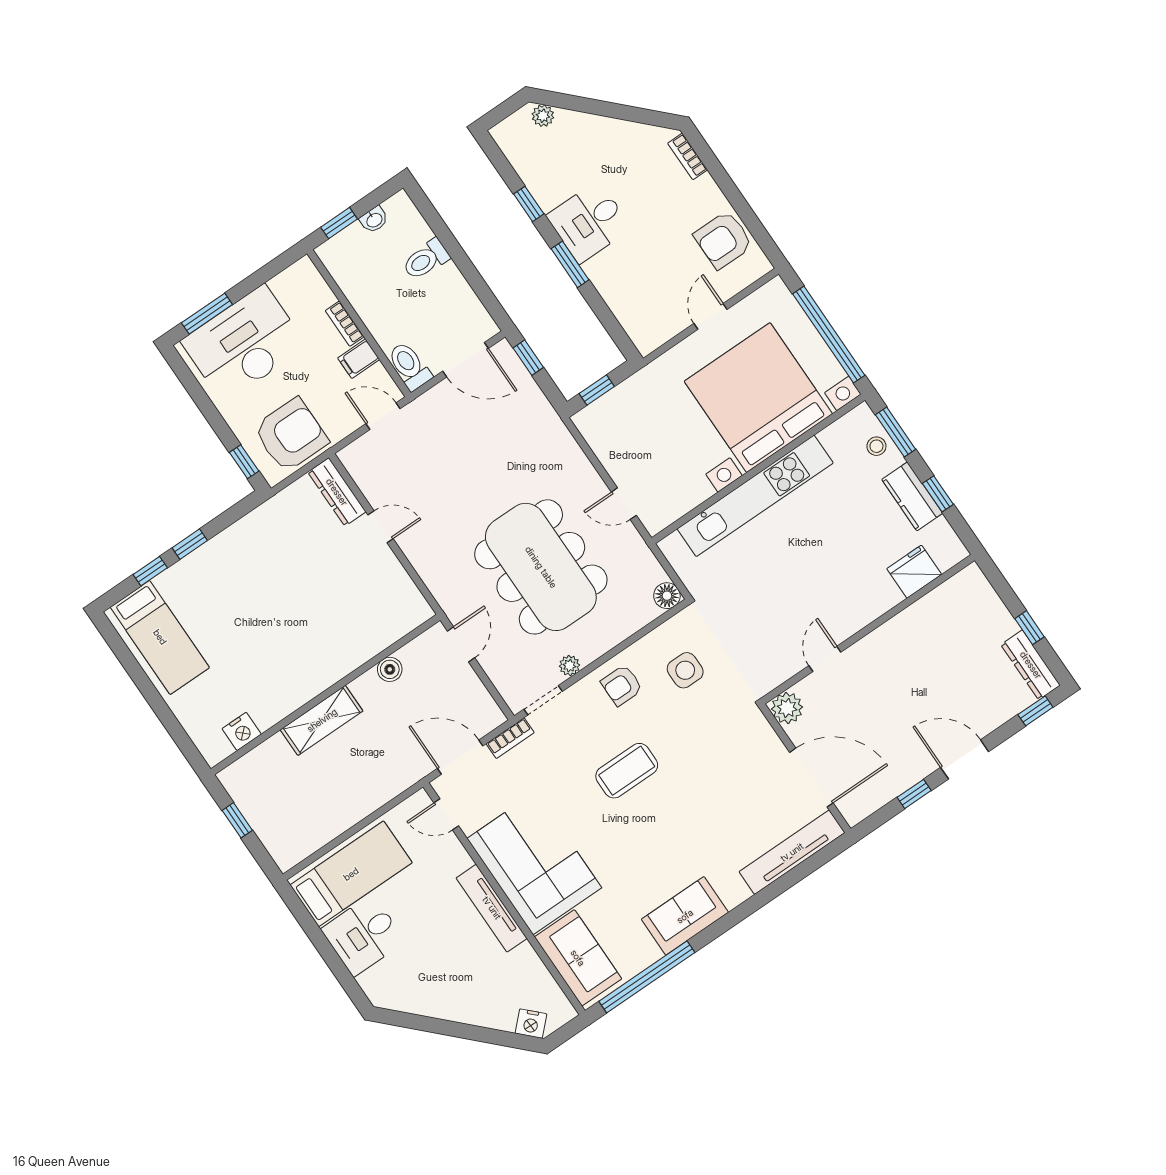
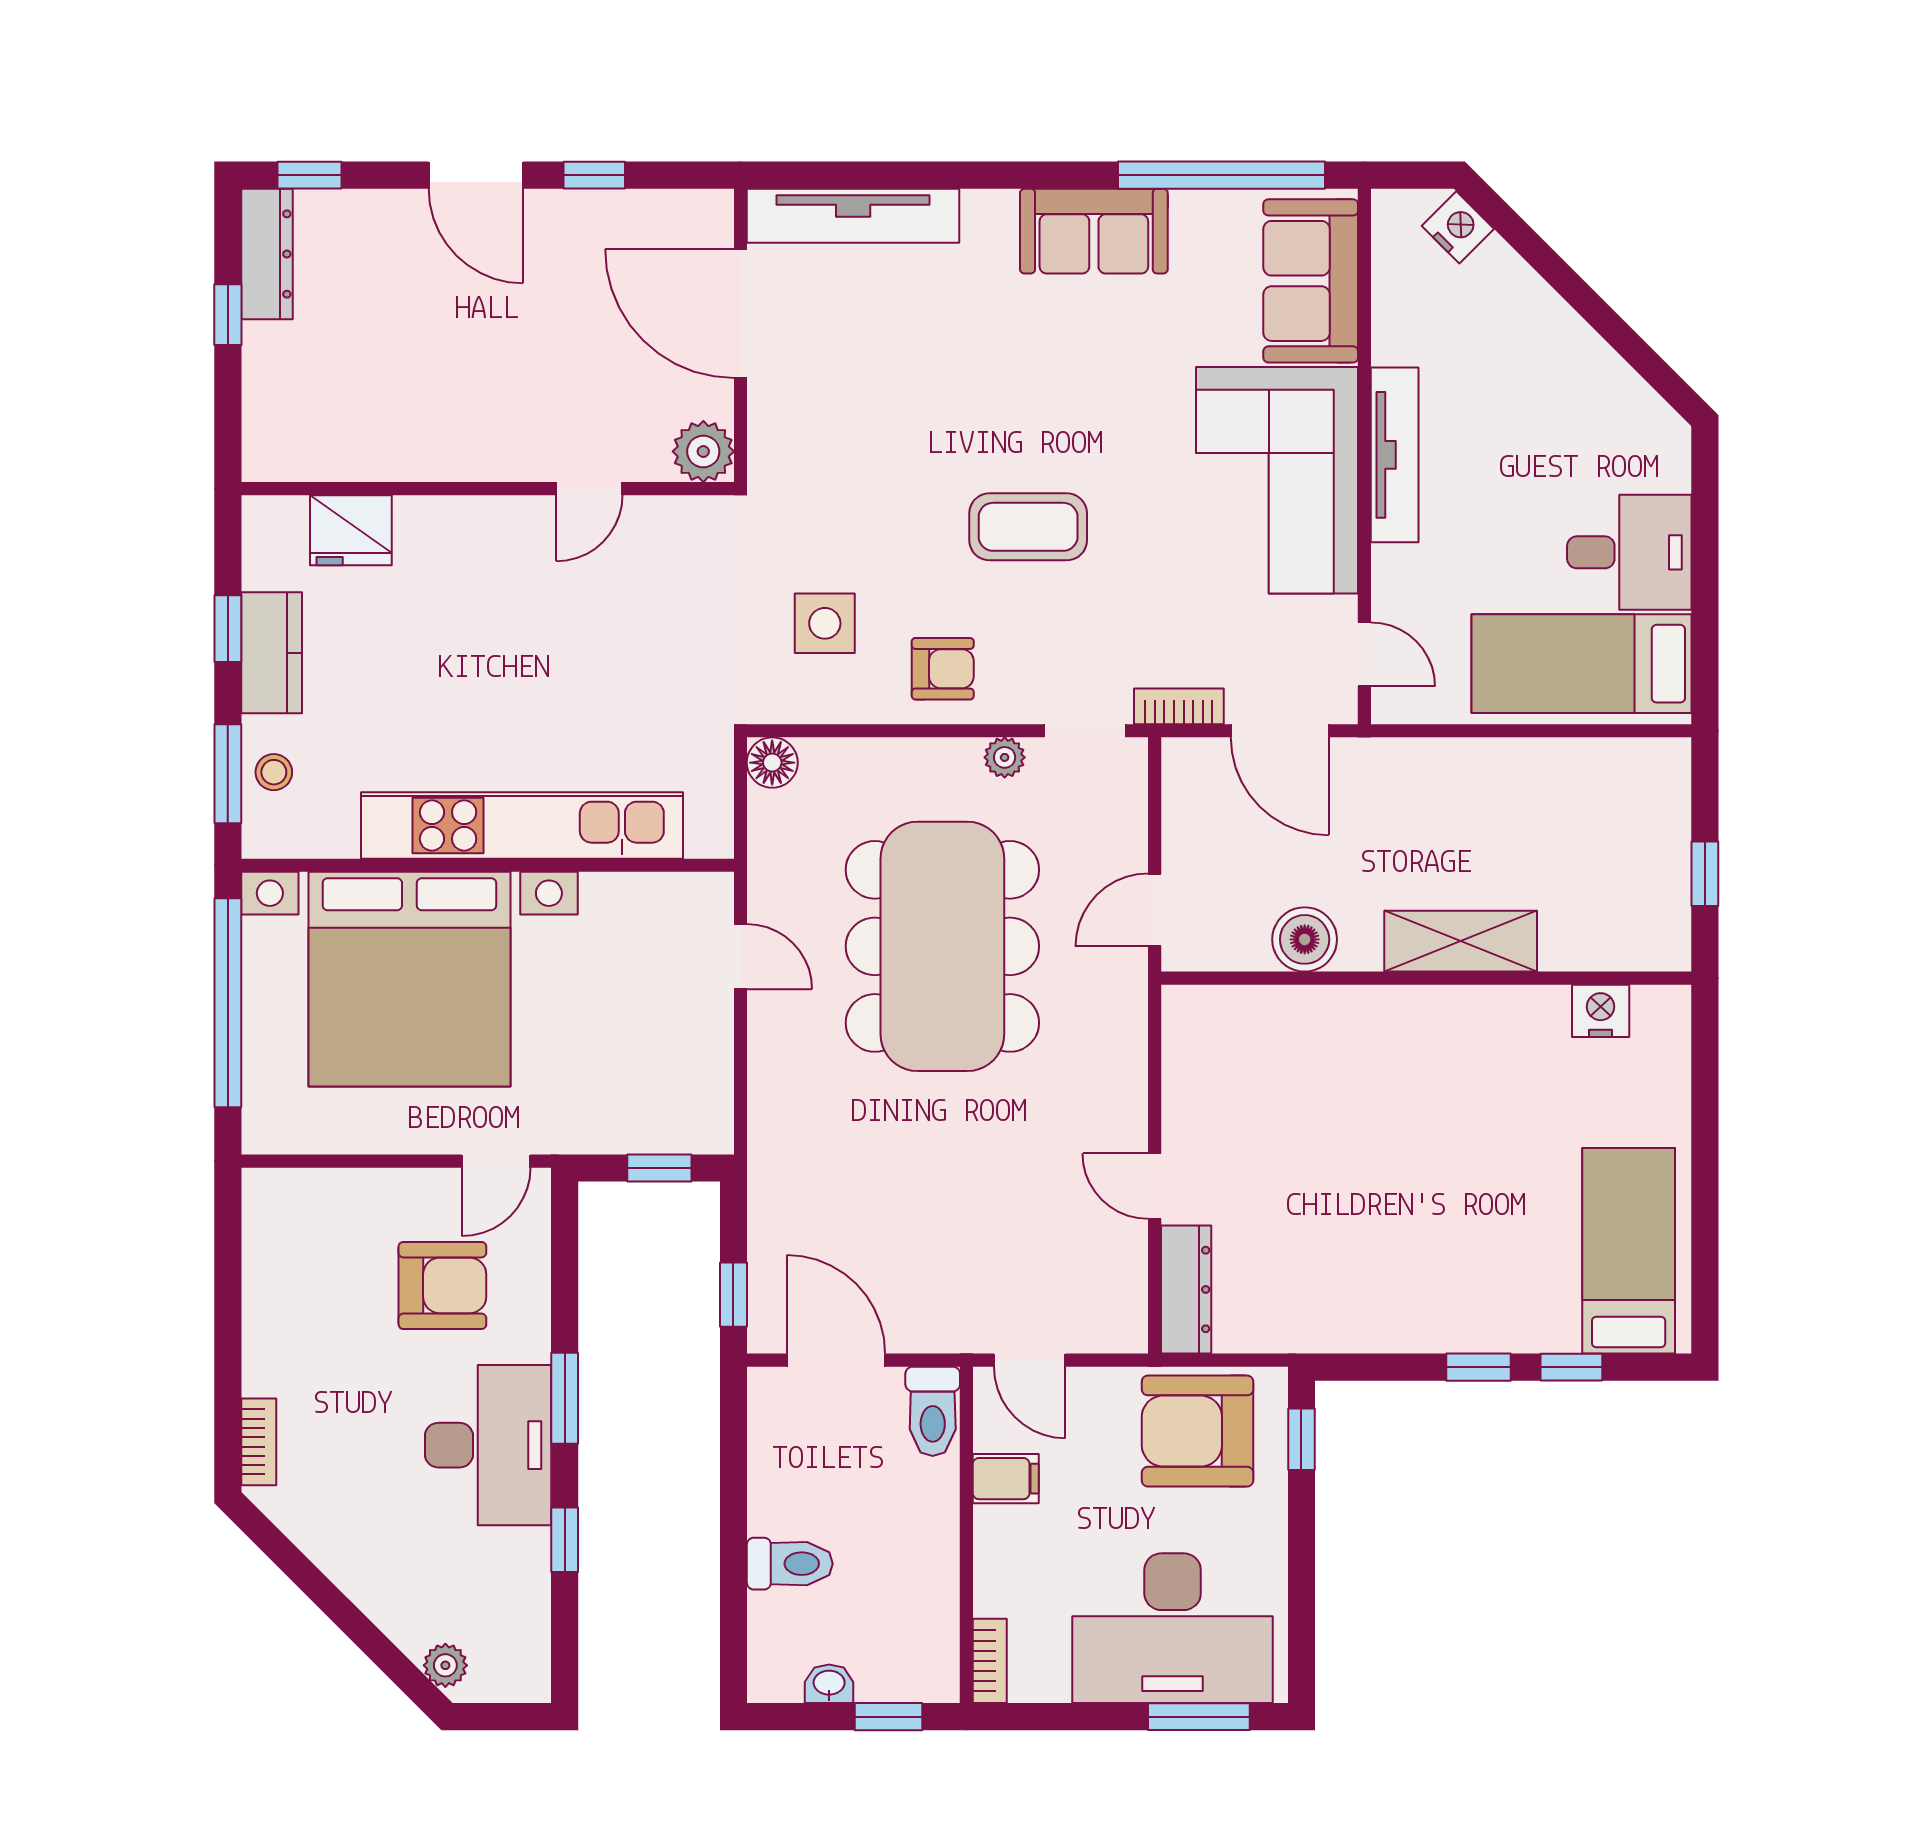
desk: (589, 222) -> (488, 1445), width x1.37
armchair: (723, 240) -> (442, 1285), moved
door: (711, 316) -> (496, 1161), moved
bookcase: (345, 324) -> (990, 1661), moved
boiler: (390, 669) -> (1305, 939), width x1.36, depth x1.36

